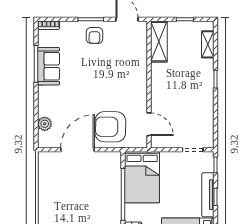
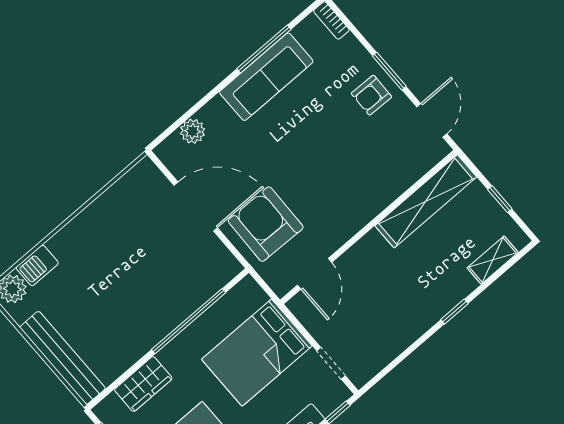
shelving: (159, 42) -> (426, 201), width x1.47
sofa: (49, 66) -> (266, 77), width x1.36
bed: (142, 177) -> (257, 353), moved

